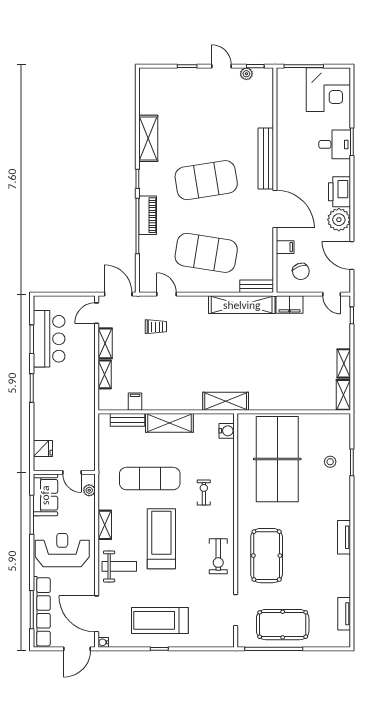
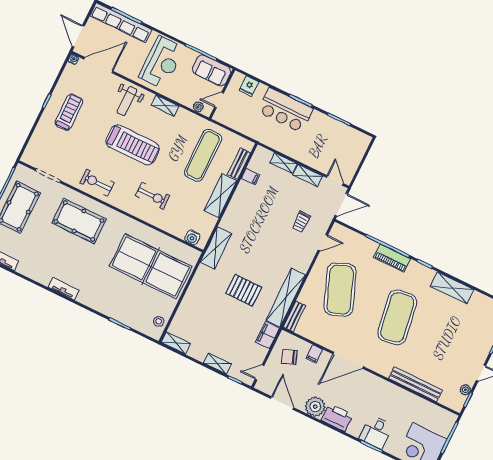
bench: (266, 158) -> (415, 384), moved
exercise mat: (206, 253) -> (340, 290), turned -30
door: (352, 255) -> (282, 403), hinge flipped
bar counter: (49, 339) -> (285, 110), moved
pallet: (255, 351) -> (244, 290), added
shelving: (344, 363) -> (217, 364), moved
stool: (330, 462) -> (159, 321), moved
exercise mat: (150, 479) -> (203, 155), moved
exercise bike: (204, 493) -> (153, 196), width x1.38, depth x1.39
treadmill: (160, 620) -> (69, 112), width x0.73, depth x0.73

